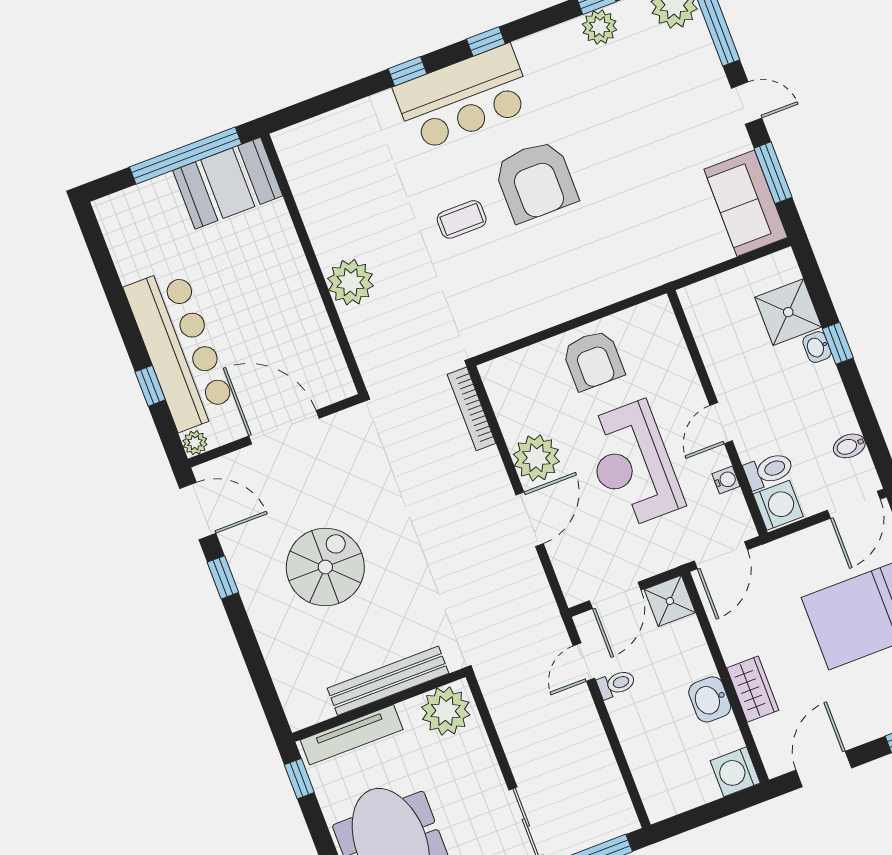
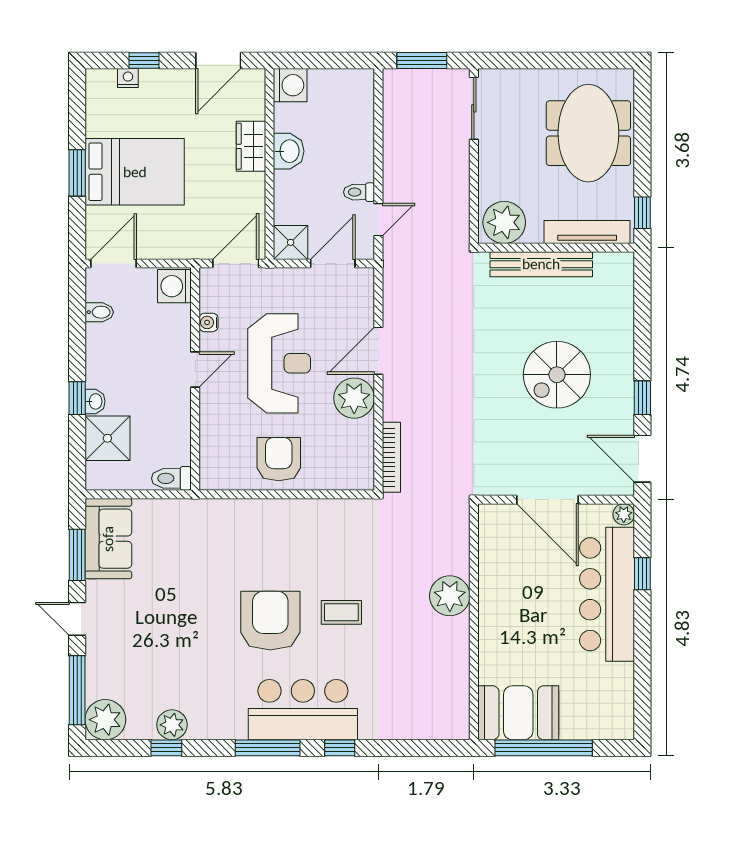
window: (486, 41) -> (268, 748), width x2.17
toilet: (769, 470) -> (171, 478), moved

